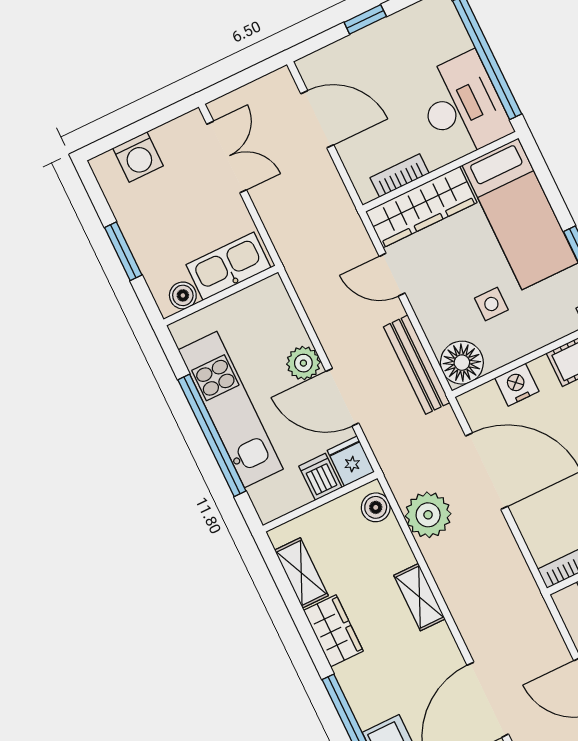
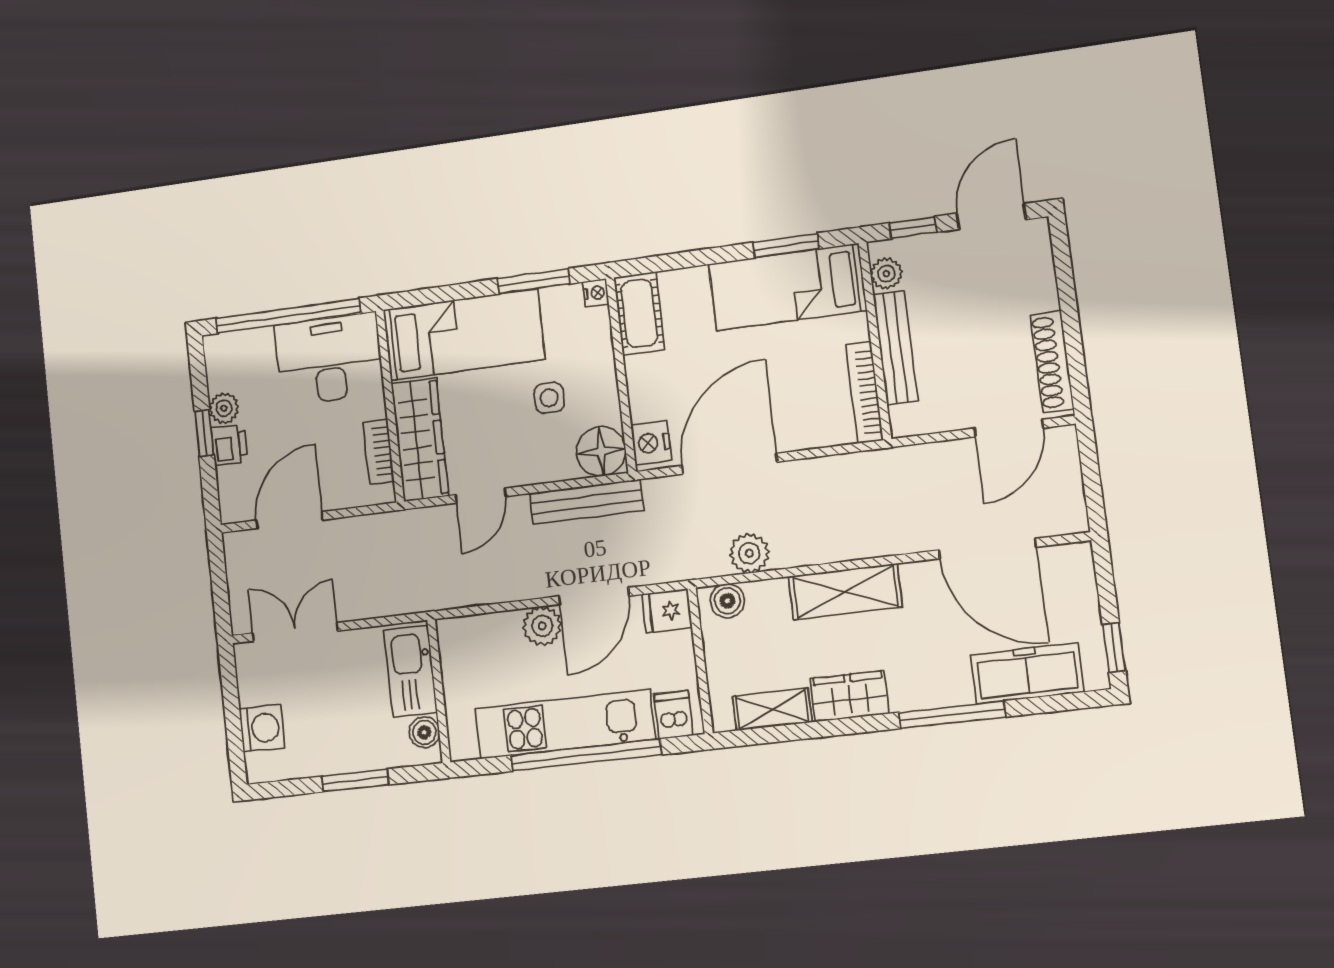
plant: (391, 29) -> (224, 408), added
printer: (362, 45) -> (229, 445), added
nightstand: (517, 385) -> (651, 443), moved
dishwasher: (320, 477) -> (674, 715), moved, turned 90
plant: (428, 515) -> (749, 553), width x0.73, depth x0.73
shelving: (420, 597) -> (845, 592), width x1.50, depth x1.33

